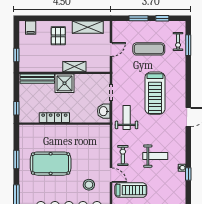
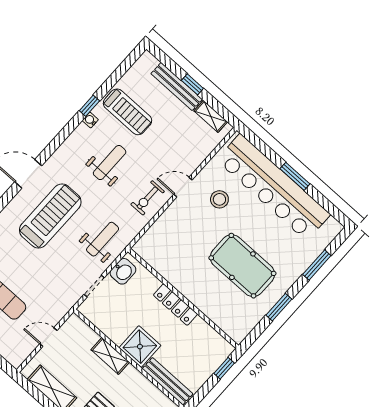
treadmill: (155, 93) -> (50, 216), moved
locker: (54, 118) -> (176, 305), moved
weight bench: (127, 118) -> (103, 239), turned 180
weight bench: (155, 156) -> (110, 162), turned 90
door: (111, 175) -> (183, 187), hinge flipped
treadmill: (131, 190) -> (128, 112), moved, turned 180

